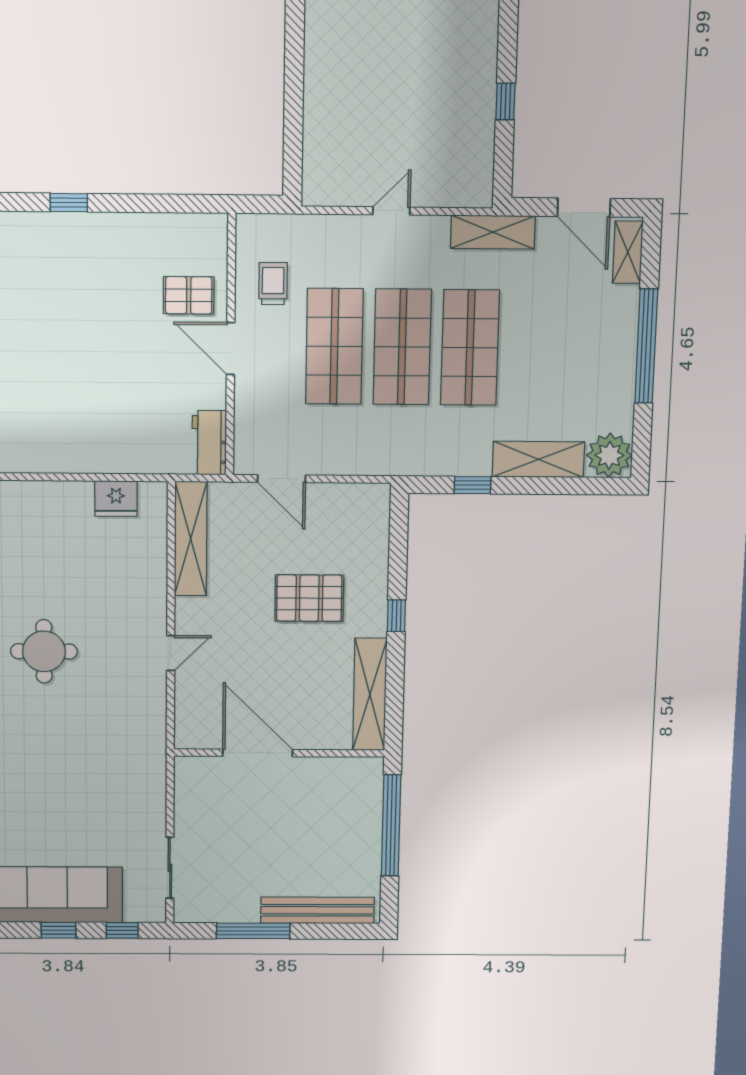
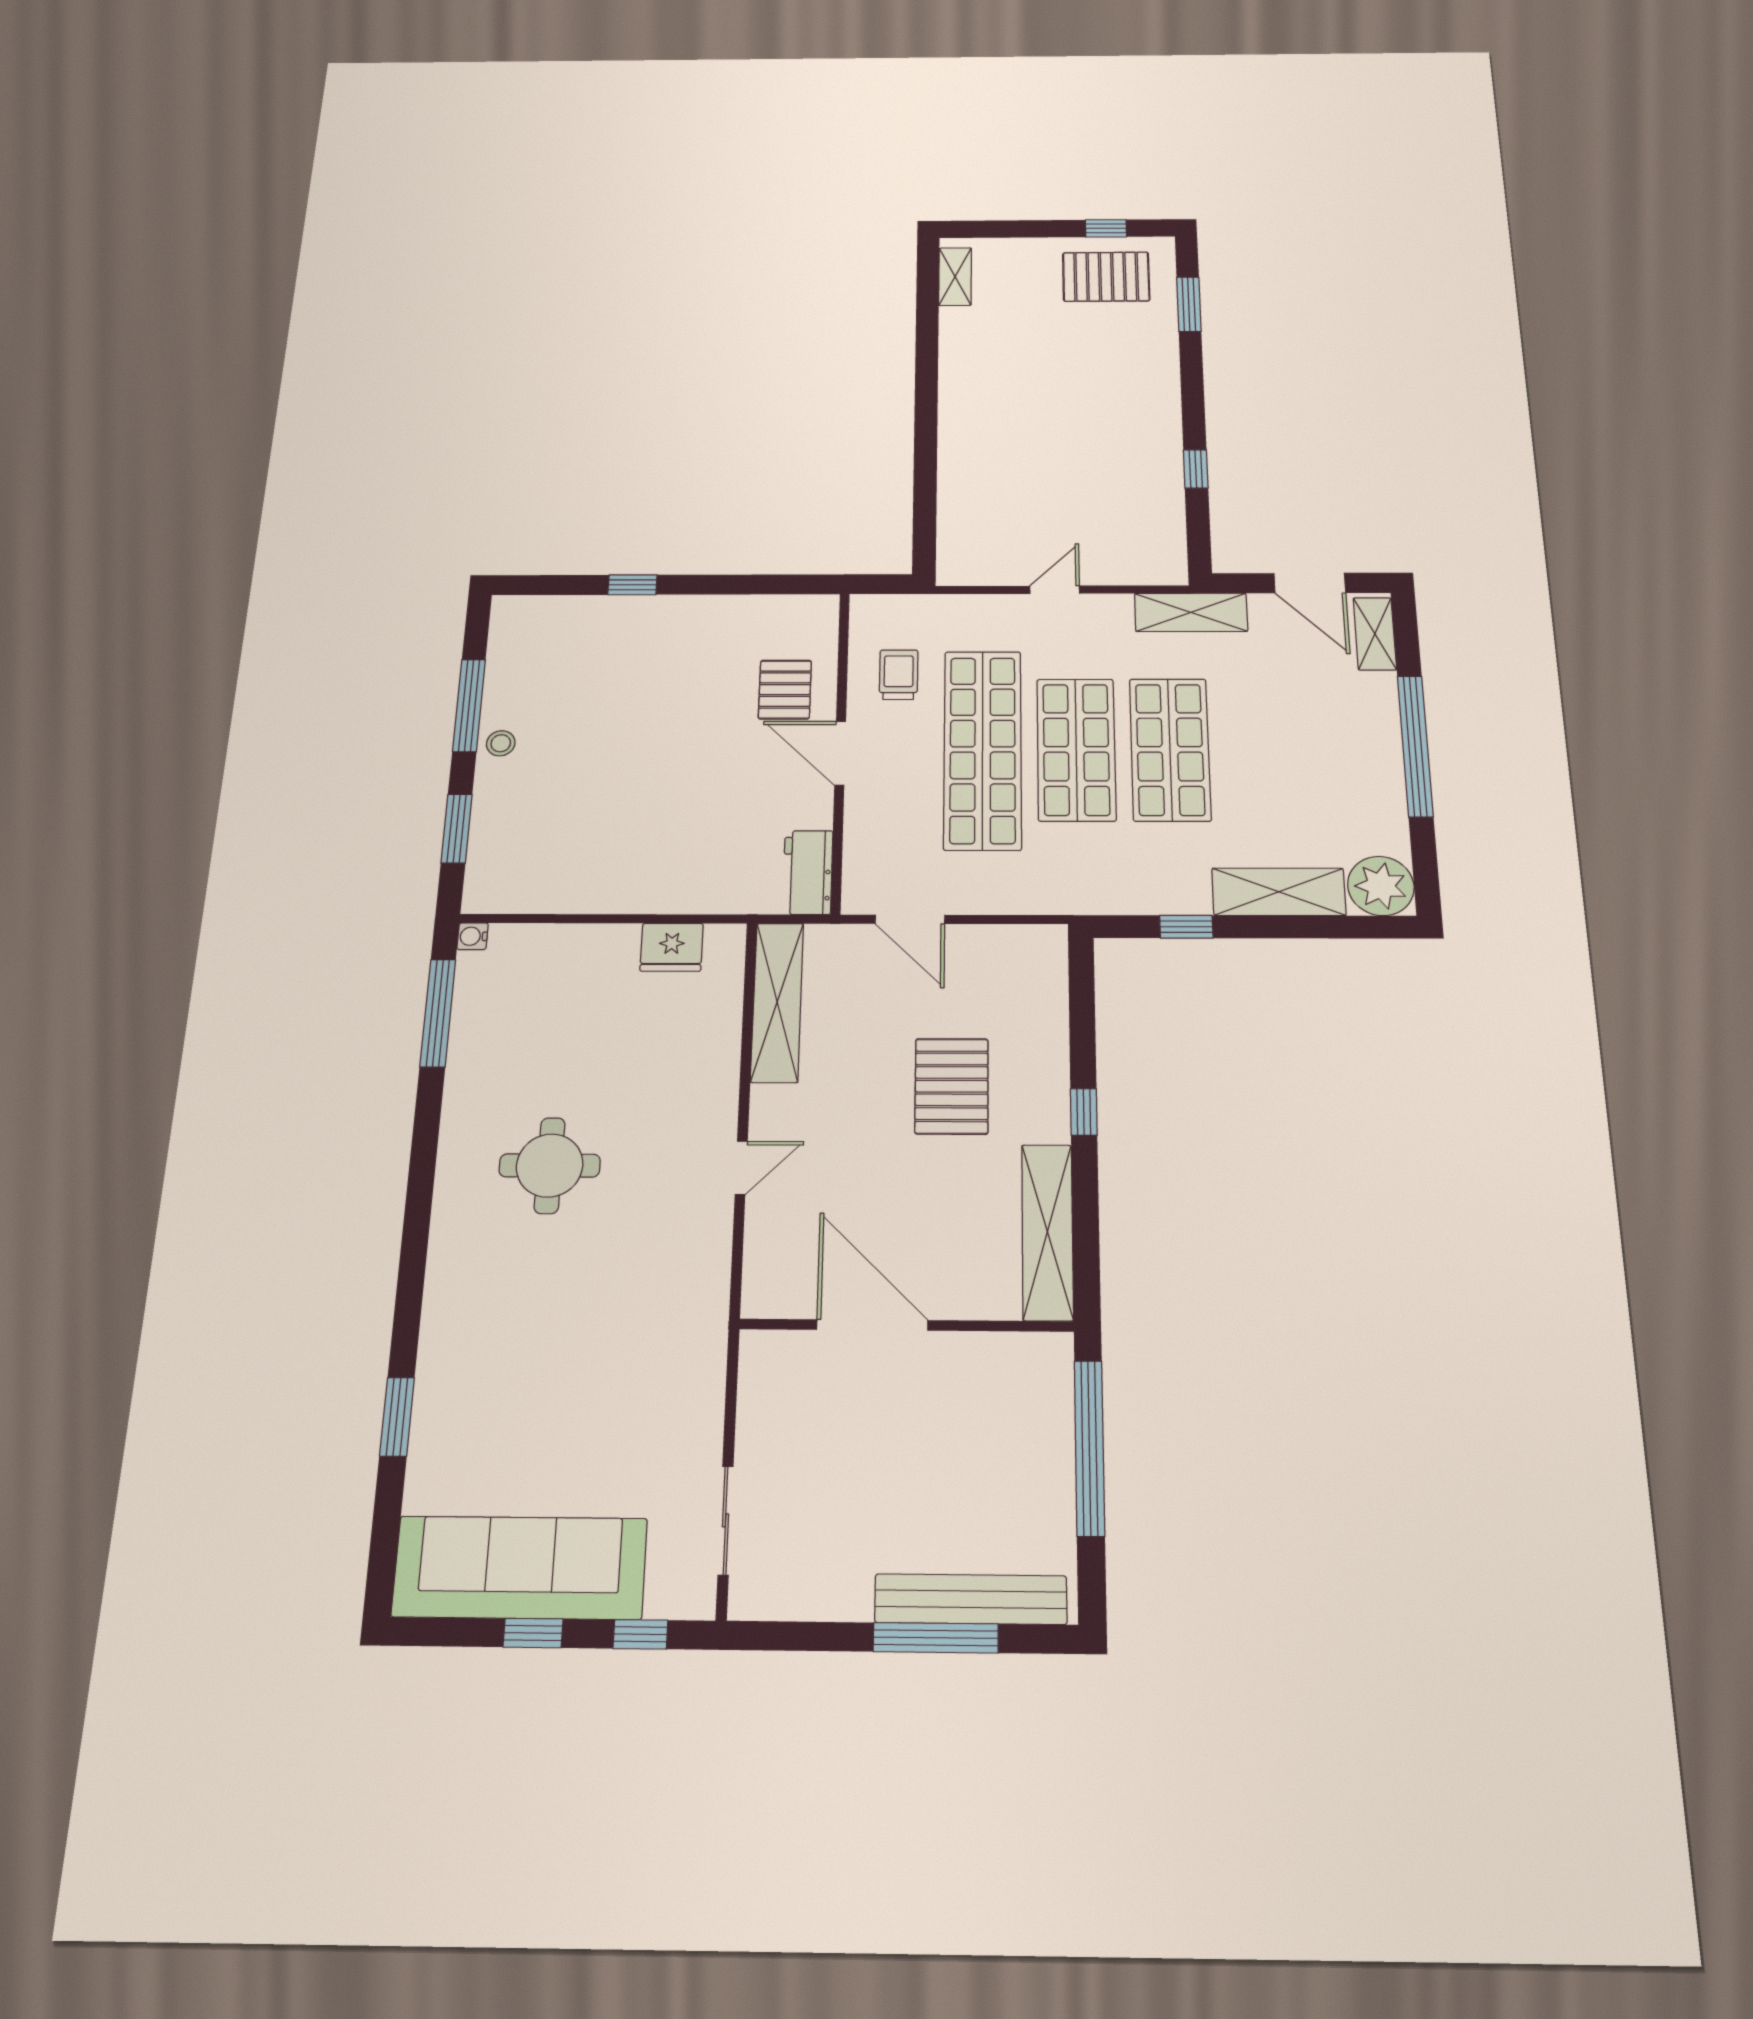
pallet: (189, 295) -> (785, 690), turned 90
shop shelf: (334, 346) -> (983, 749), width x1.40
pallet: (309, 598) -> (952, 1086), turned 90
window: (253, 931) -> (936, 1638), moved

